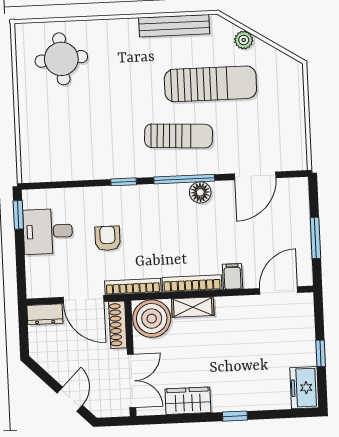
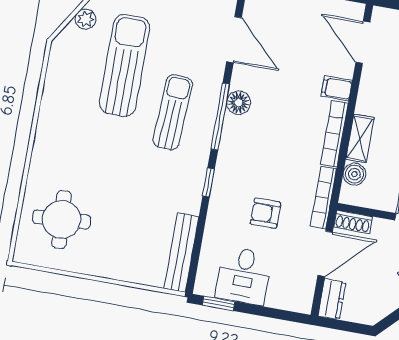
bench: (174, 26) -> (181, 253), moved
boiler: (152, 319) -> (354, 174), width x0.54, depth x0.54
shoe rack: (118, 325) -> (353, 222), width x0.70

